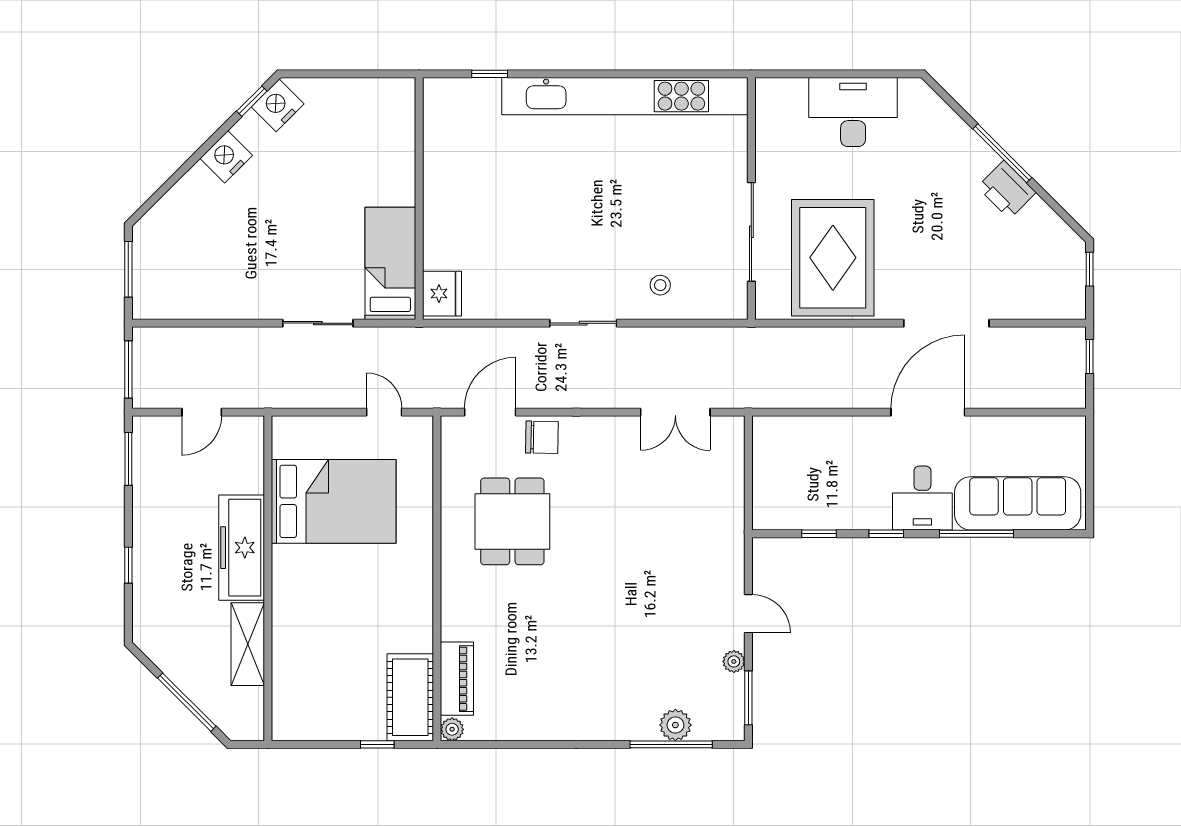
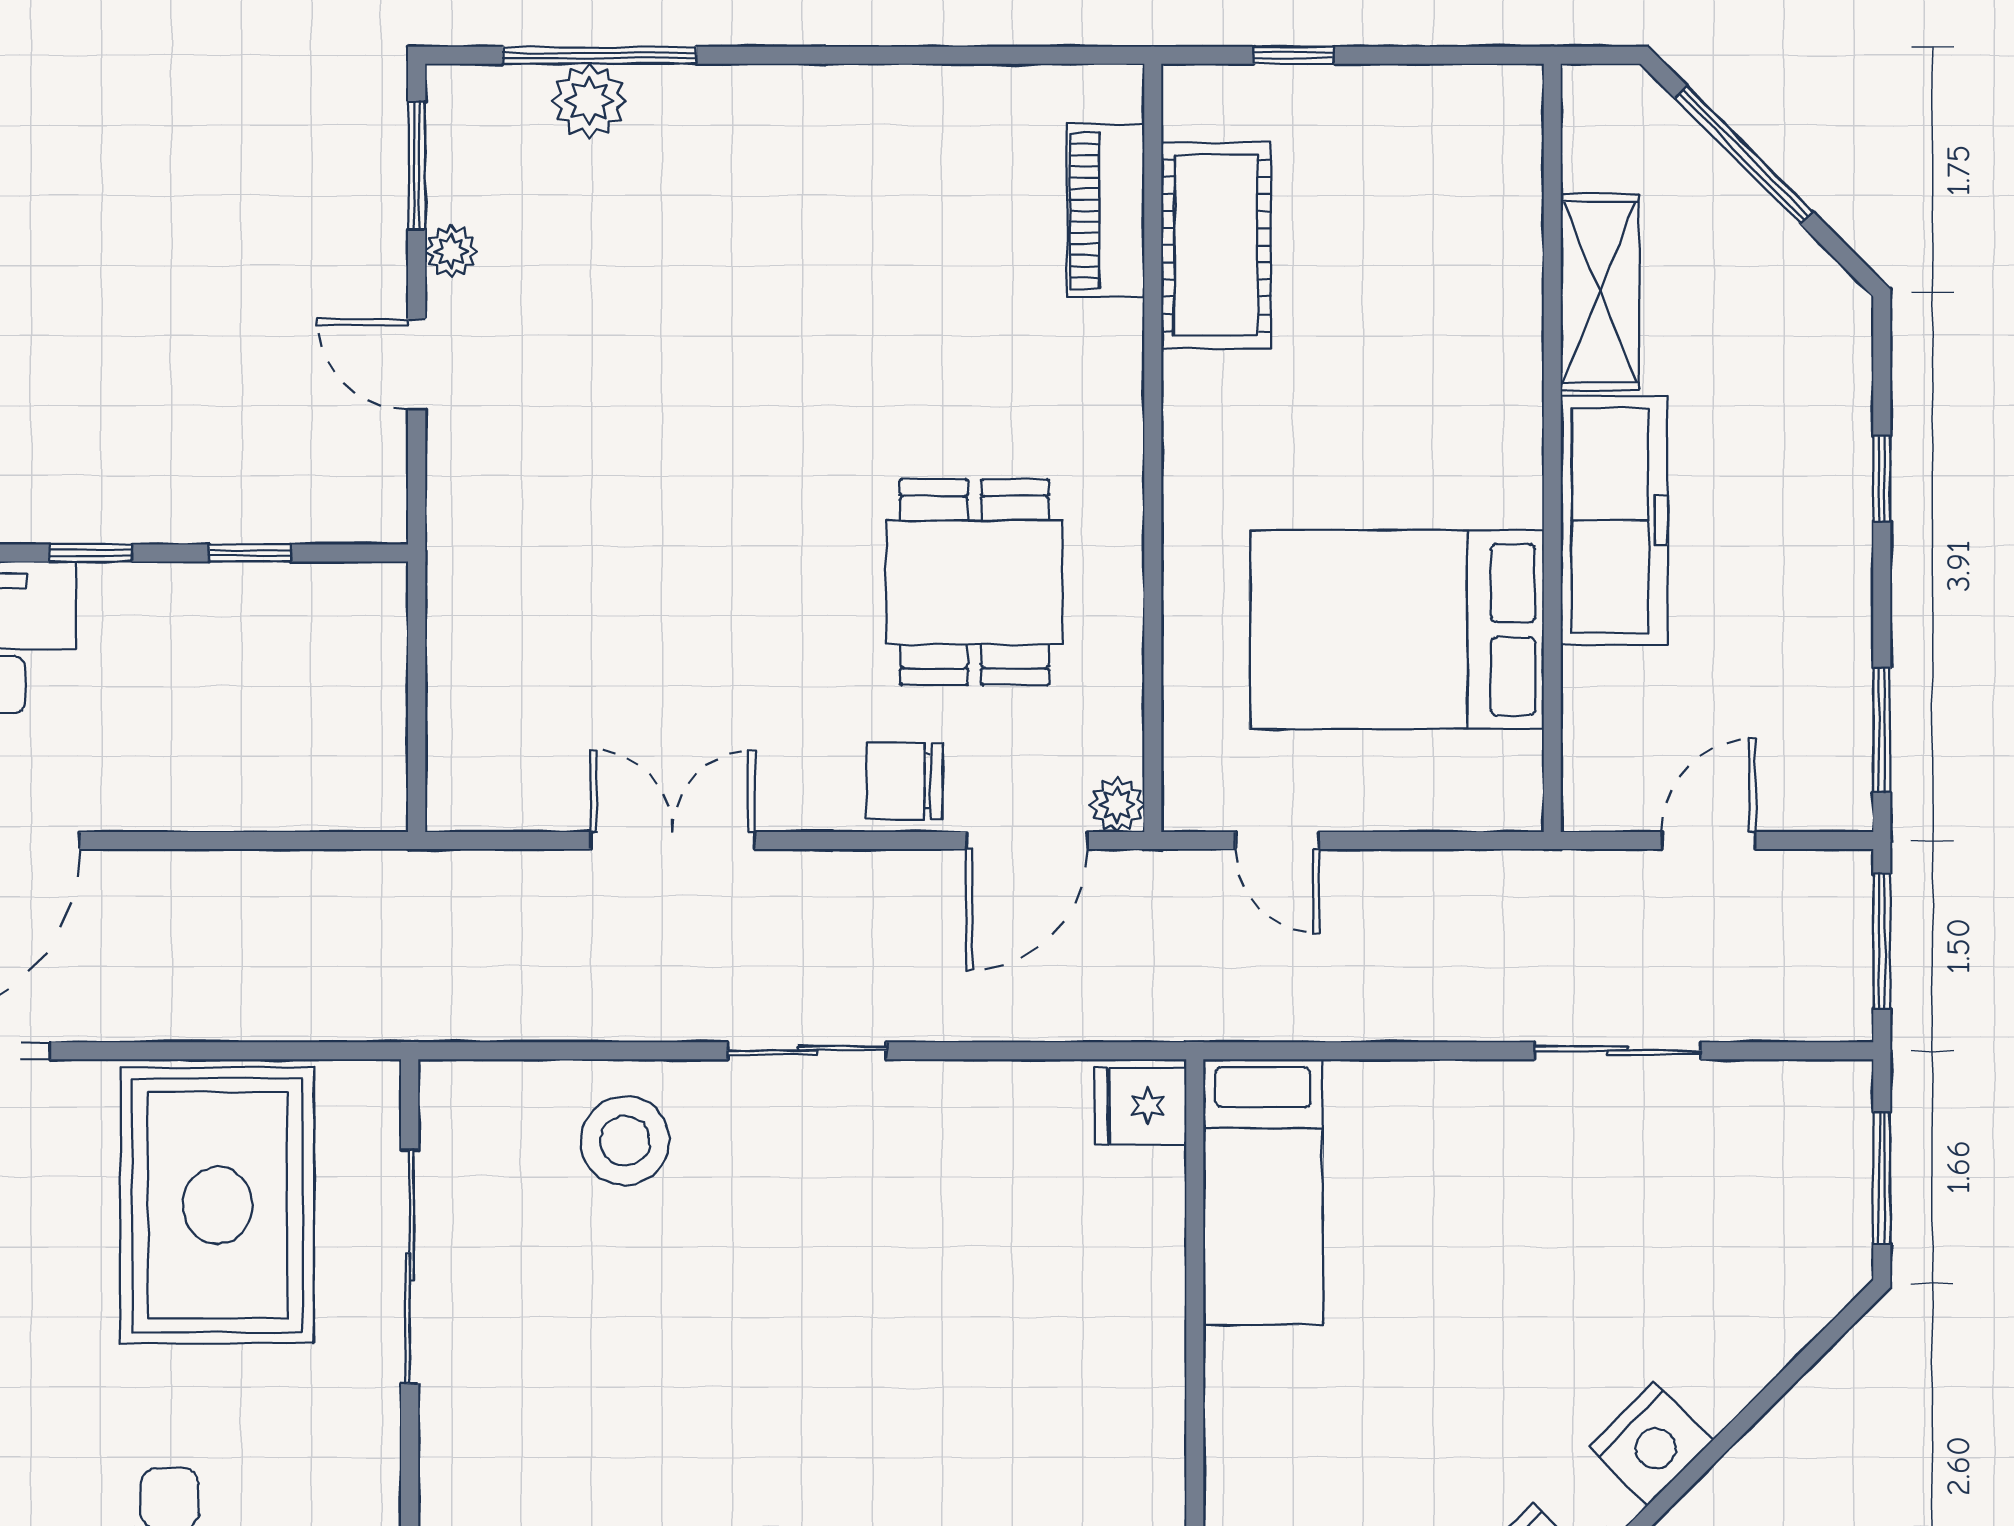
stool: (660, 285) -> (625, 1141), width x1.89, depth x1.89
fridge: (442, 294) -> (1141, 1106), width x0.72
sliding door: (318, 323) -> (1618, 1051), moved
double door: (675, 412) -> (673, 840), moved
cot: (410, 697) -> (1216, 245), moved
plant: (452, 729) -> (1117, 805), moved

